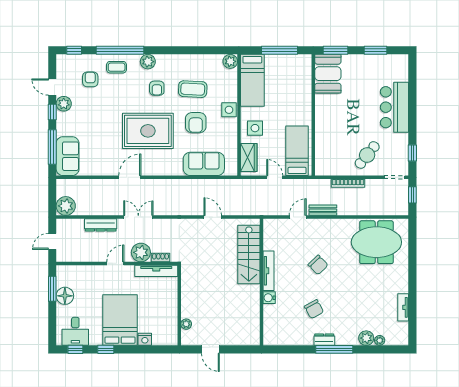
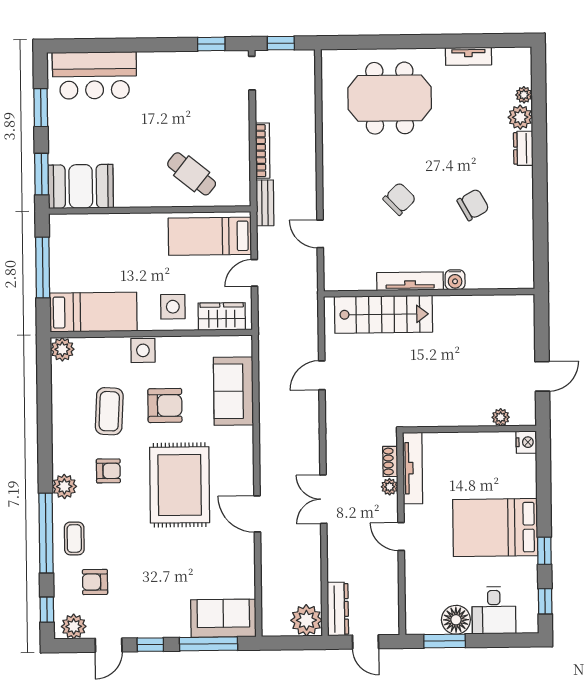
plant: (64, 104) -> (74, 626), moved
bar counter: (394, 107) -> (94, 75), moved
cafe table: (367, 155) -> (192, 174), moved
bench: (323, 210) -> (265, 203), moved
dresser: (101, 225) -> (338, 609), moved
meeting table: (376, 242) -> (390, 98), moved, turned 90
plant: (141, 252) -> (390, 487), width x0.53, depth x0.53
desk: (75, 331) -> (494, 610), moved, turned 90
nightstand: (145, 339) -> (526, 442), moved
dresser: (324, 340) -> (523, 148), moved
window: (334, 349) -> (540, 170), removed

